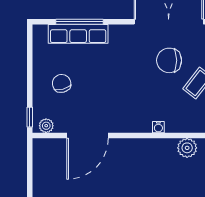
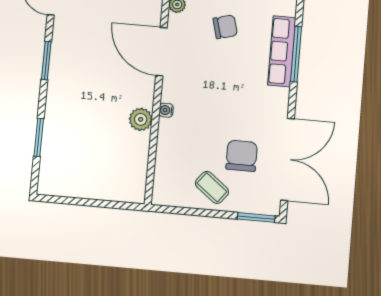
water cooler: (158, 127) -> (166, 110), moved
plant: (187, 148) -> (141, 119), moved

